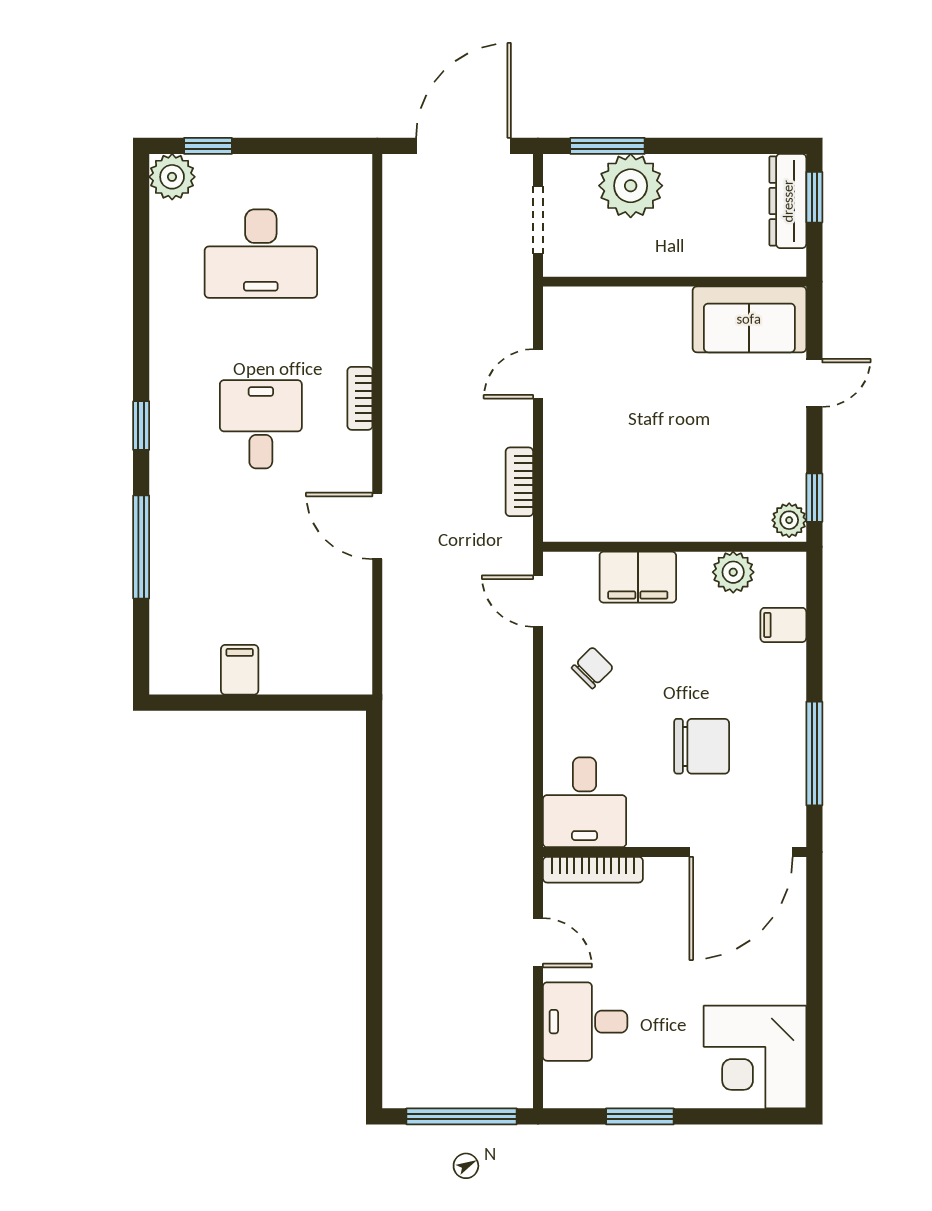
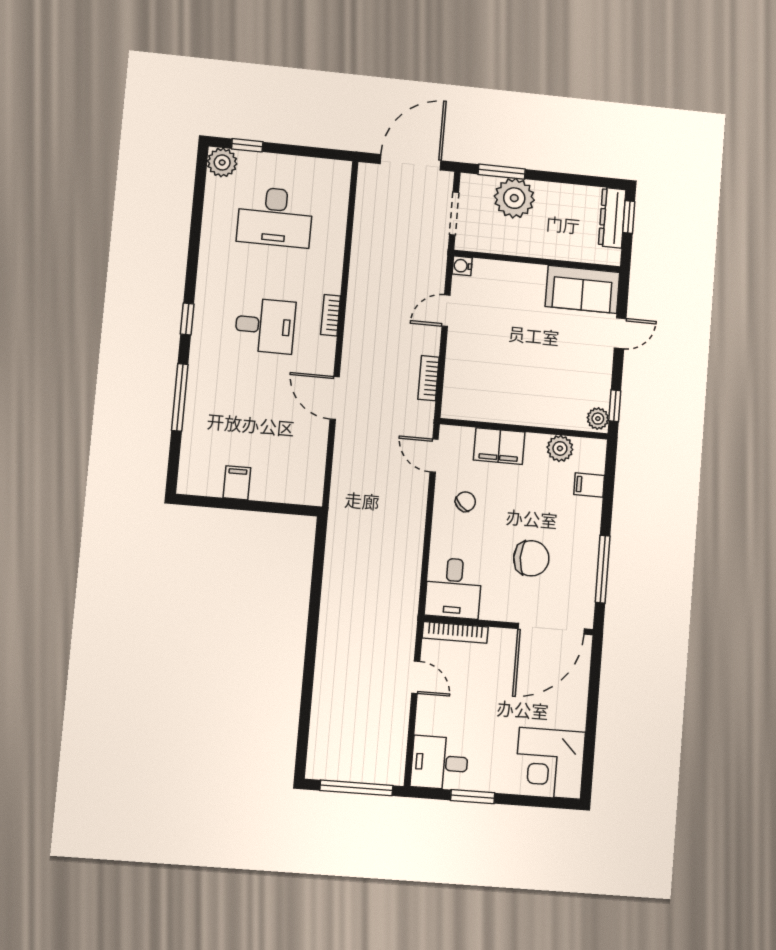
water cooler: (557, 301) -> (462, 266), added
desk: (261, 424) -> (265, 326), turned 90
desk: (585, 1022) -> (440, 763), moved

